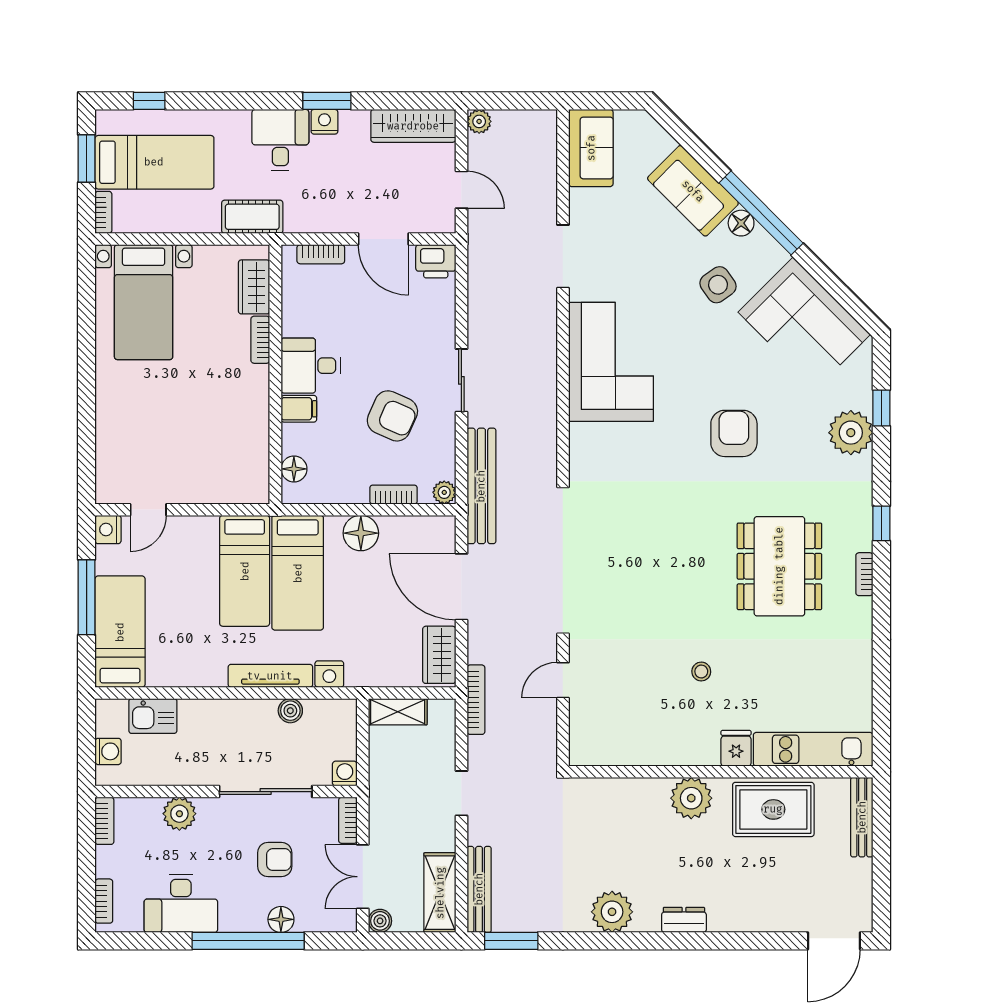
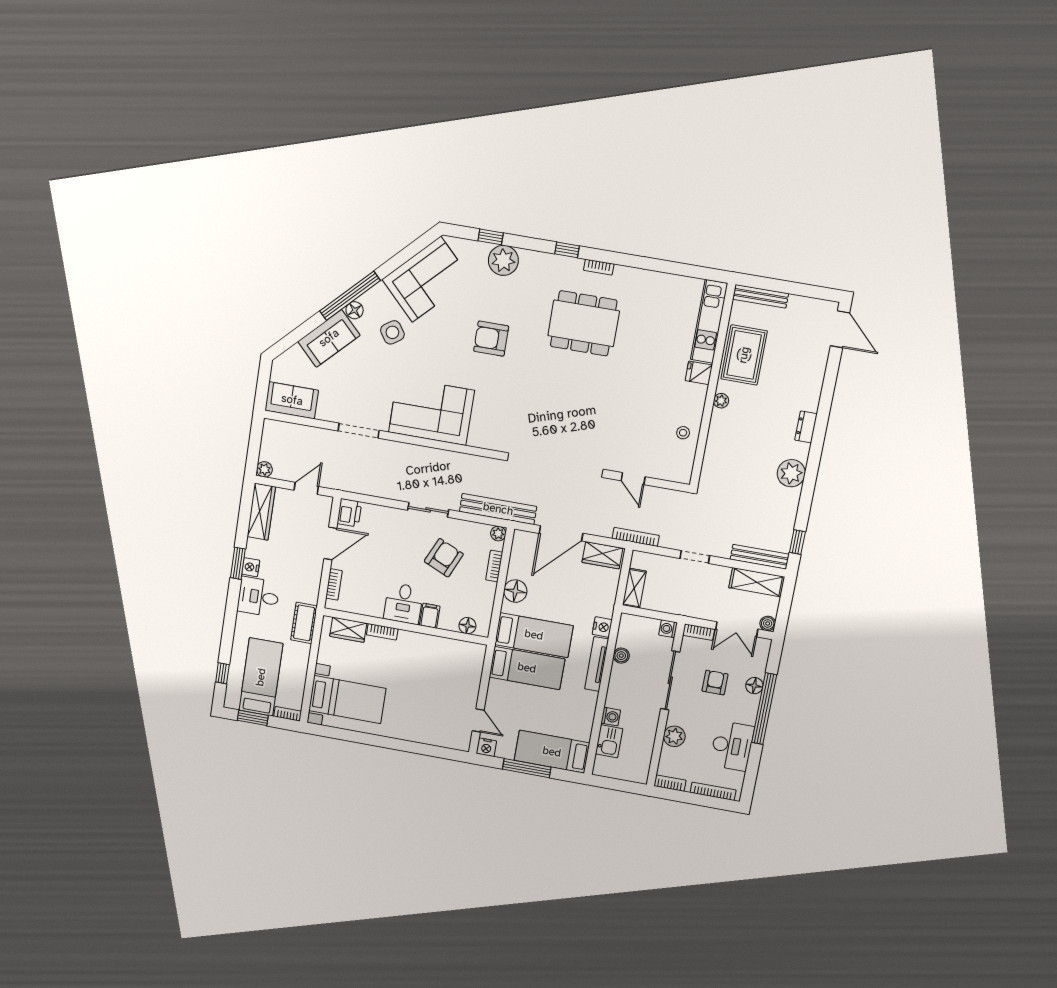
stool: (701, 671) -> (683, 433), moved
washing machine: (108, 751) -> (611, 717), moved, turned 90
plant: (691, 798) -> (721, 401), width x0.53, depth x0.53
bookcase: (104, 901) -> (713, 791), width x1.56
window: (511, 941) -> (797, 542), width x0.67

